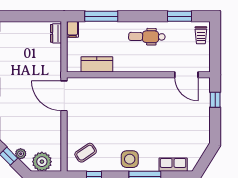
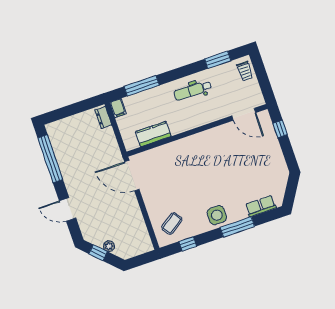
plant: (42, 162) -> (132, 247), removed

